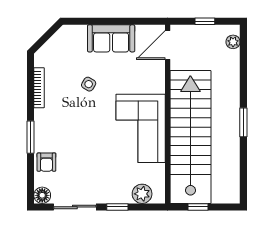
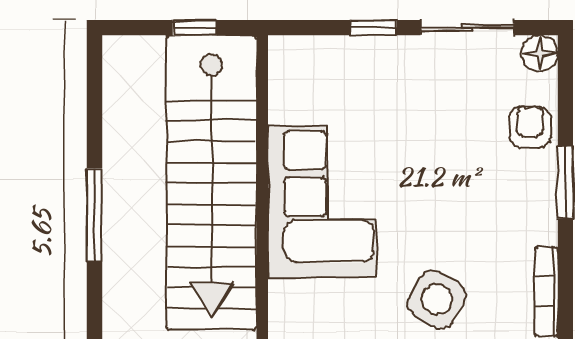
side table: (89, 84) -> (437, 299), width x1.87, depth x1.87
window: (243, 122) -> (95, 215), width x1.44
plant: (142, 194) -> (319, 57), removed

